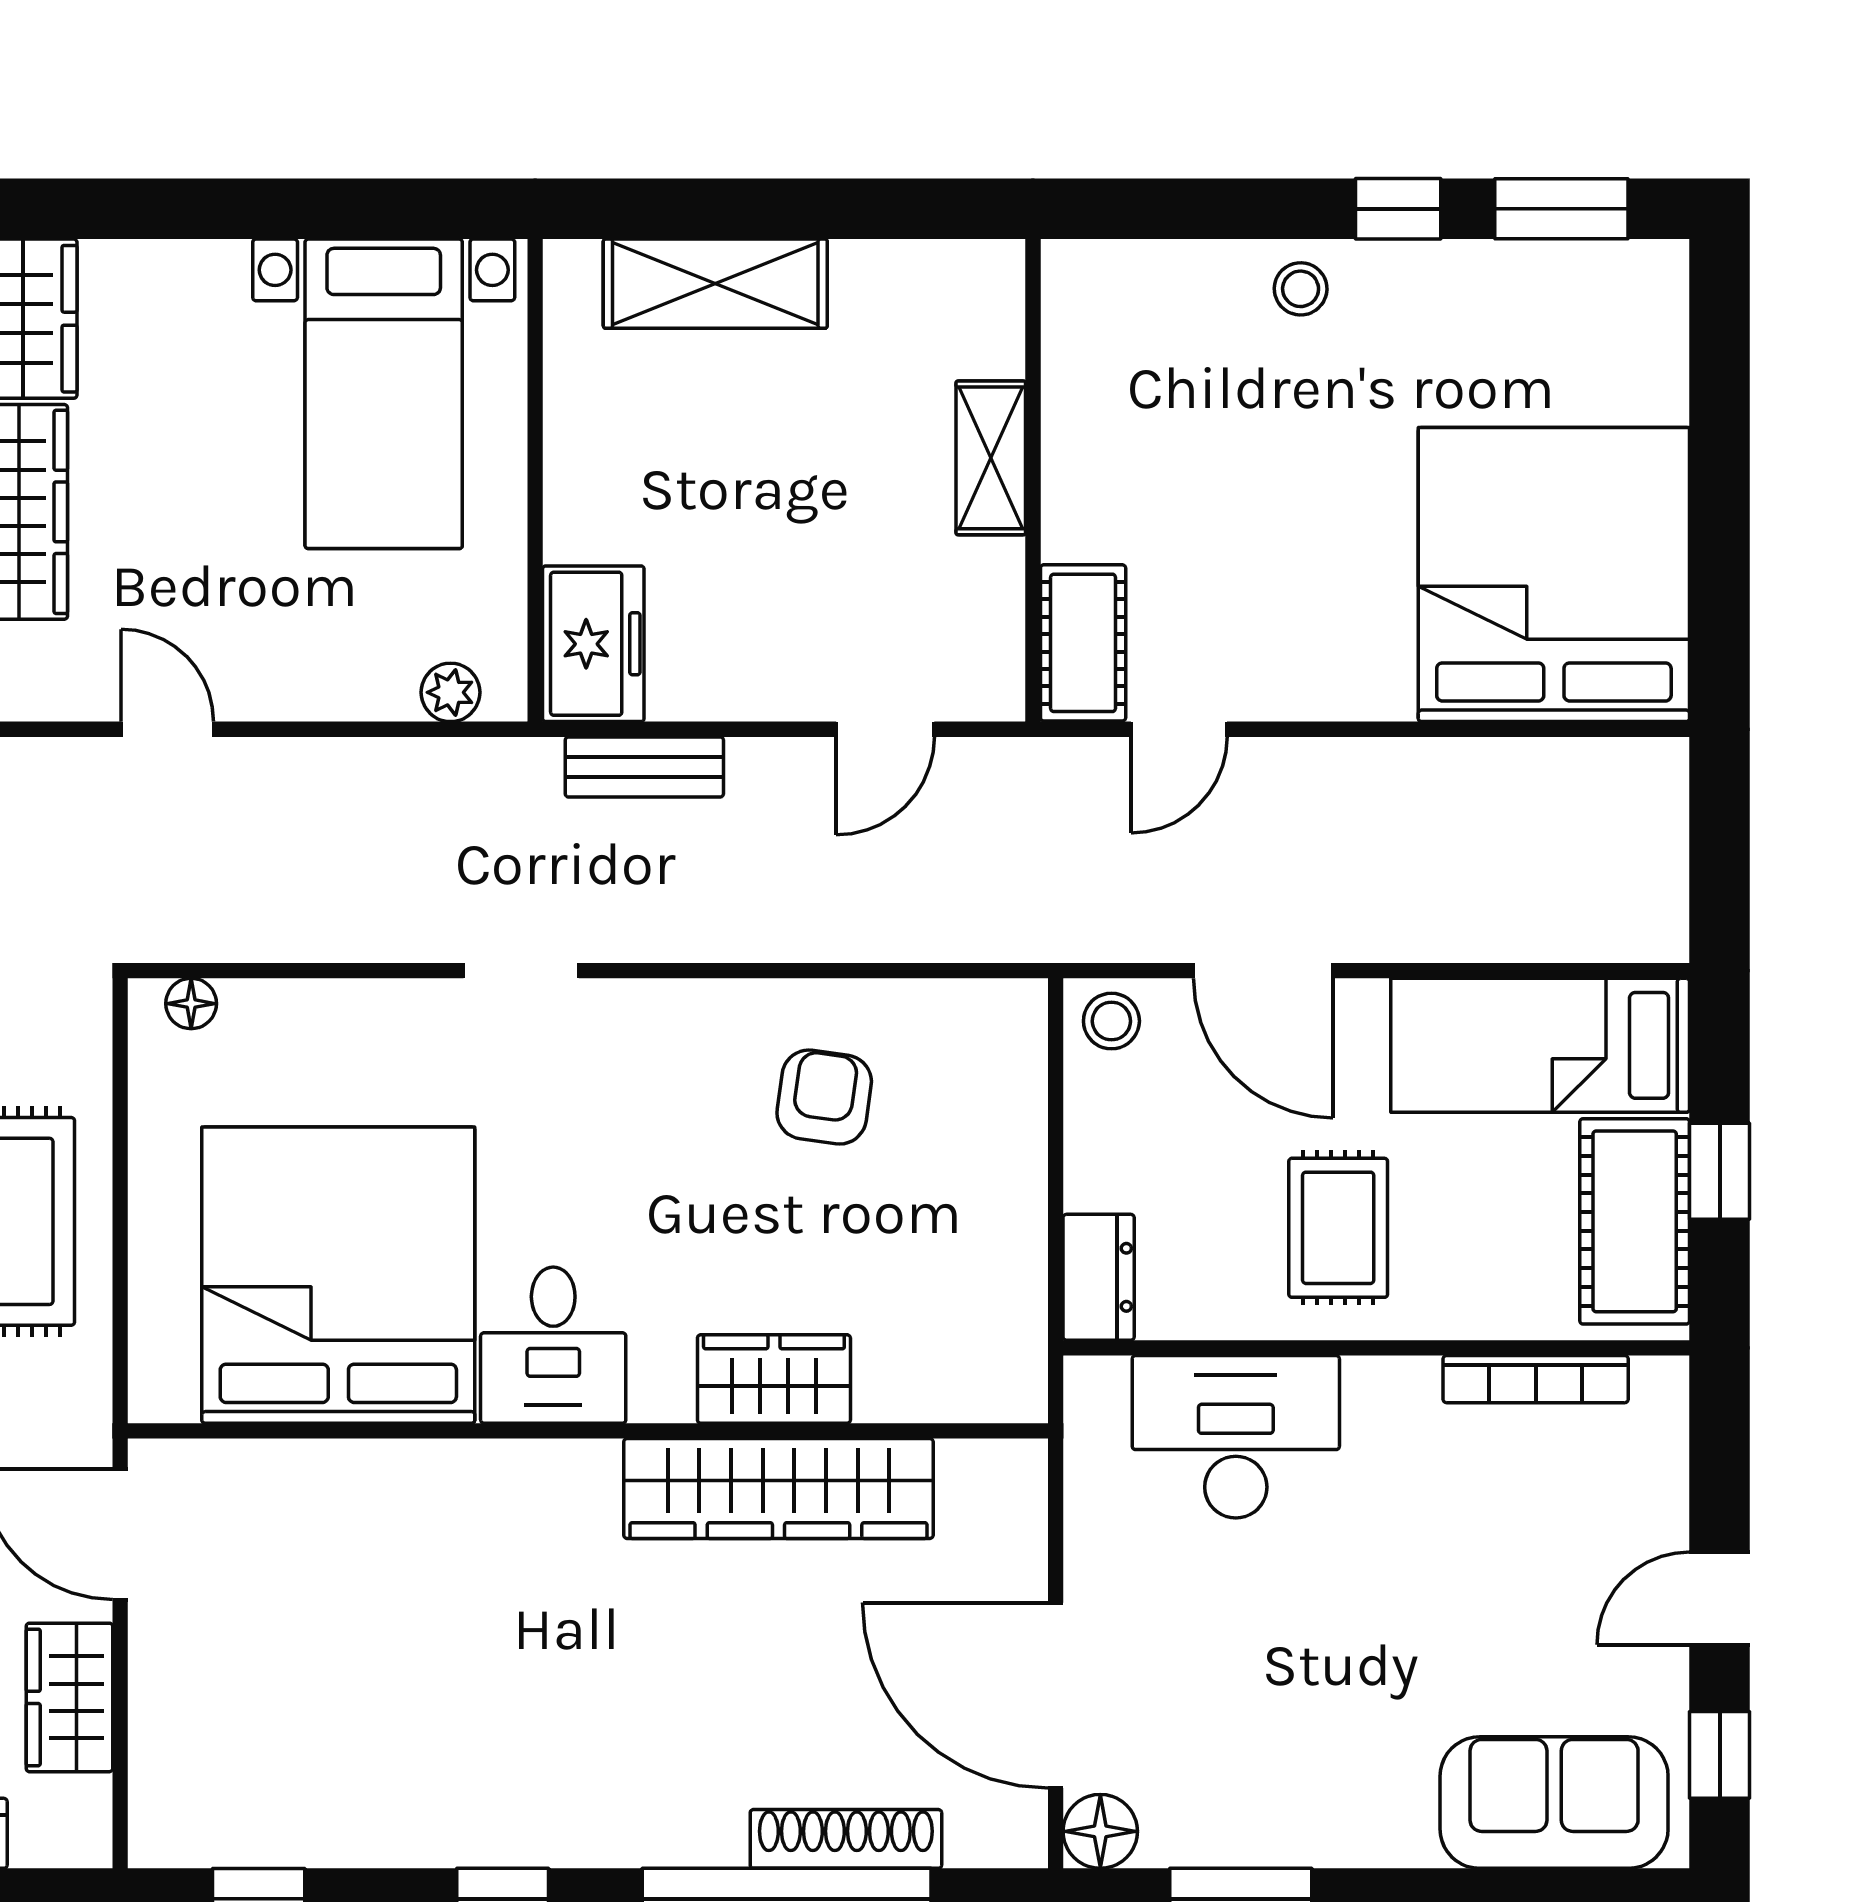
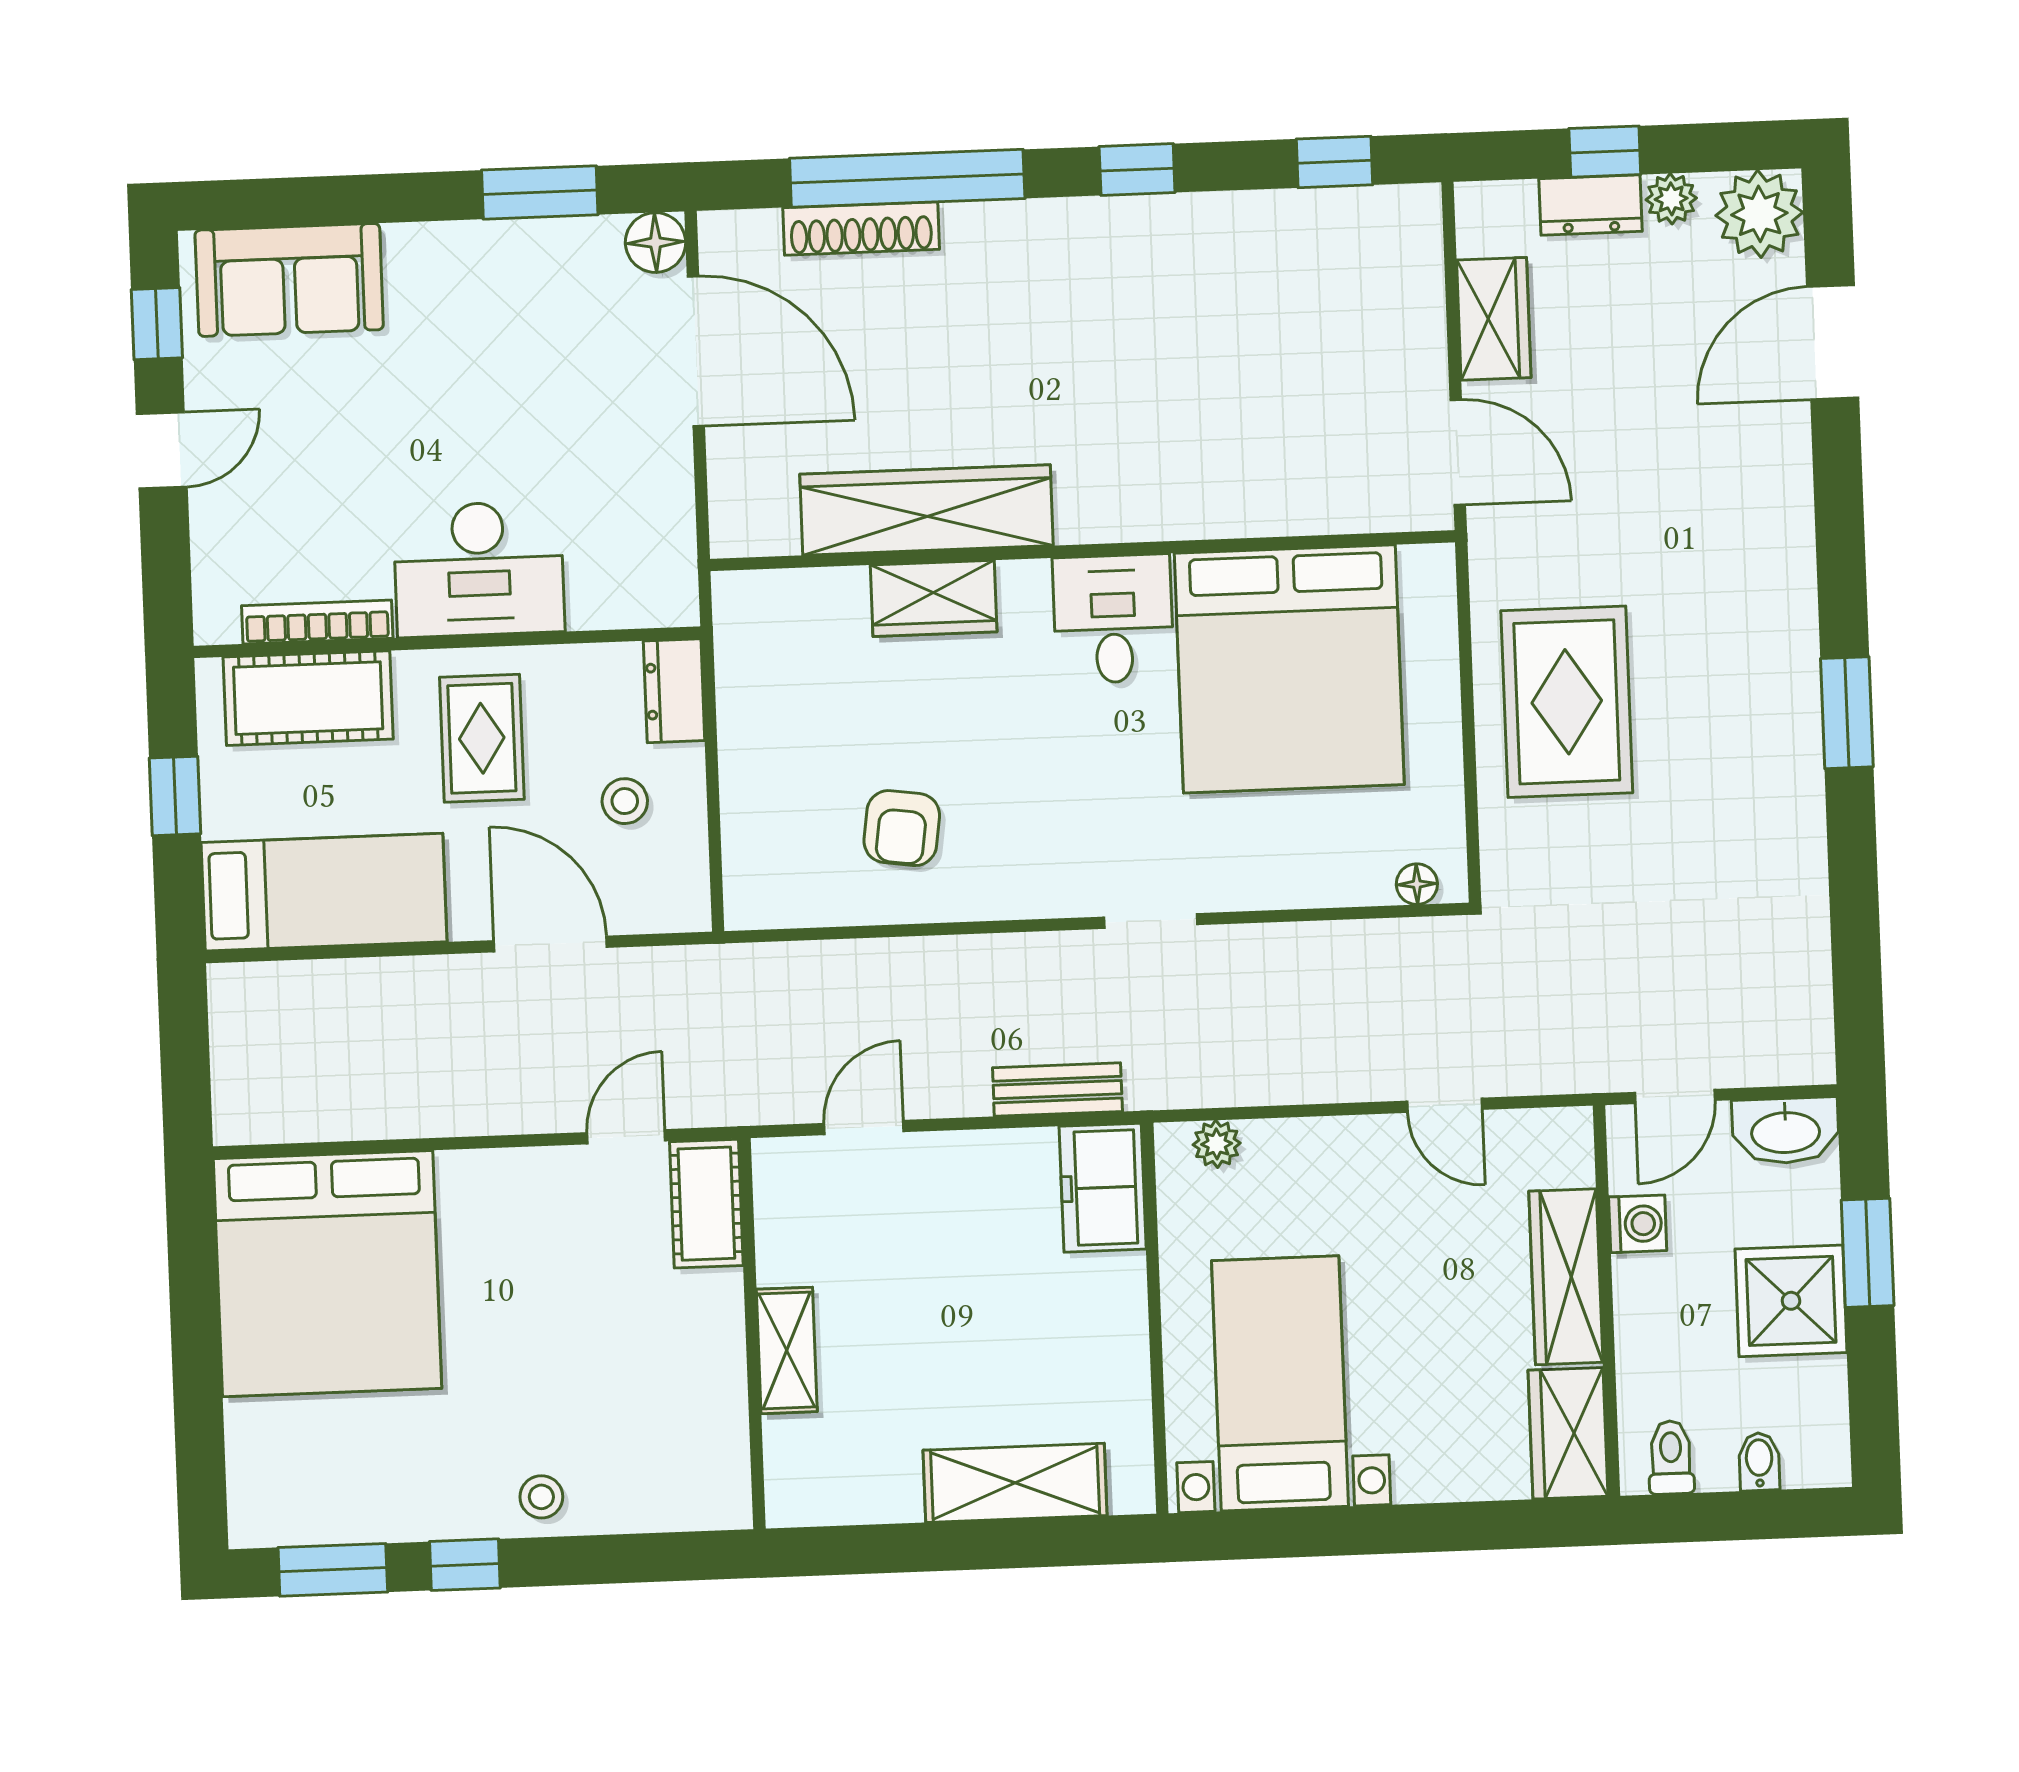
stool: (1111, 1021) -> (625, 801), moved
cot: (1635, 1221) -> (308, 698), moved, turned 90
desk: (1236, 1437) -> (479, 569), moved

